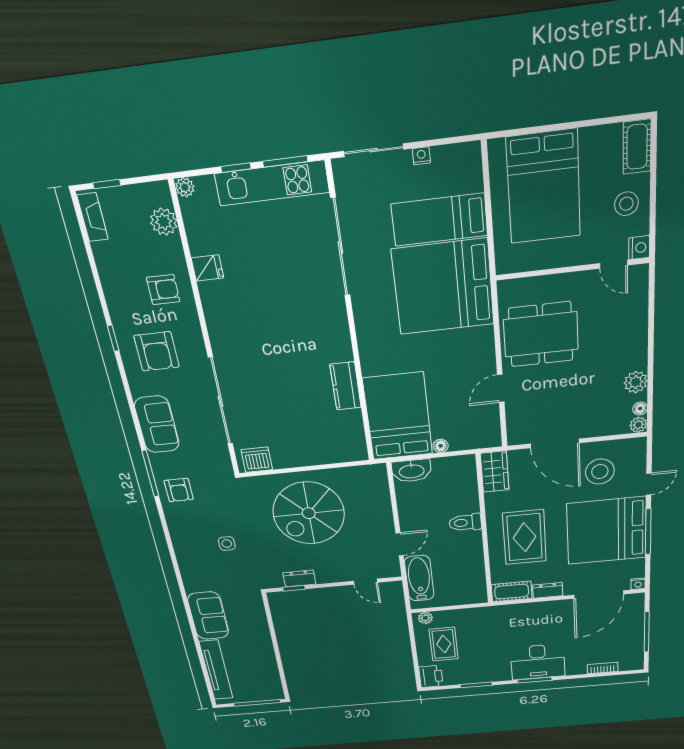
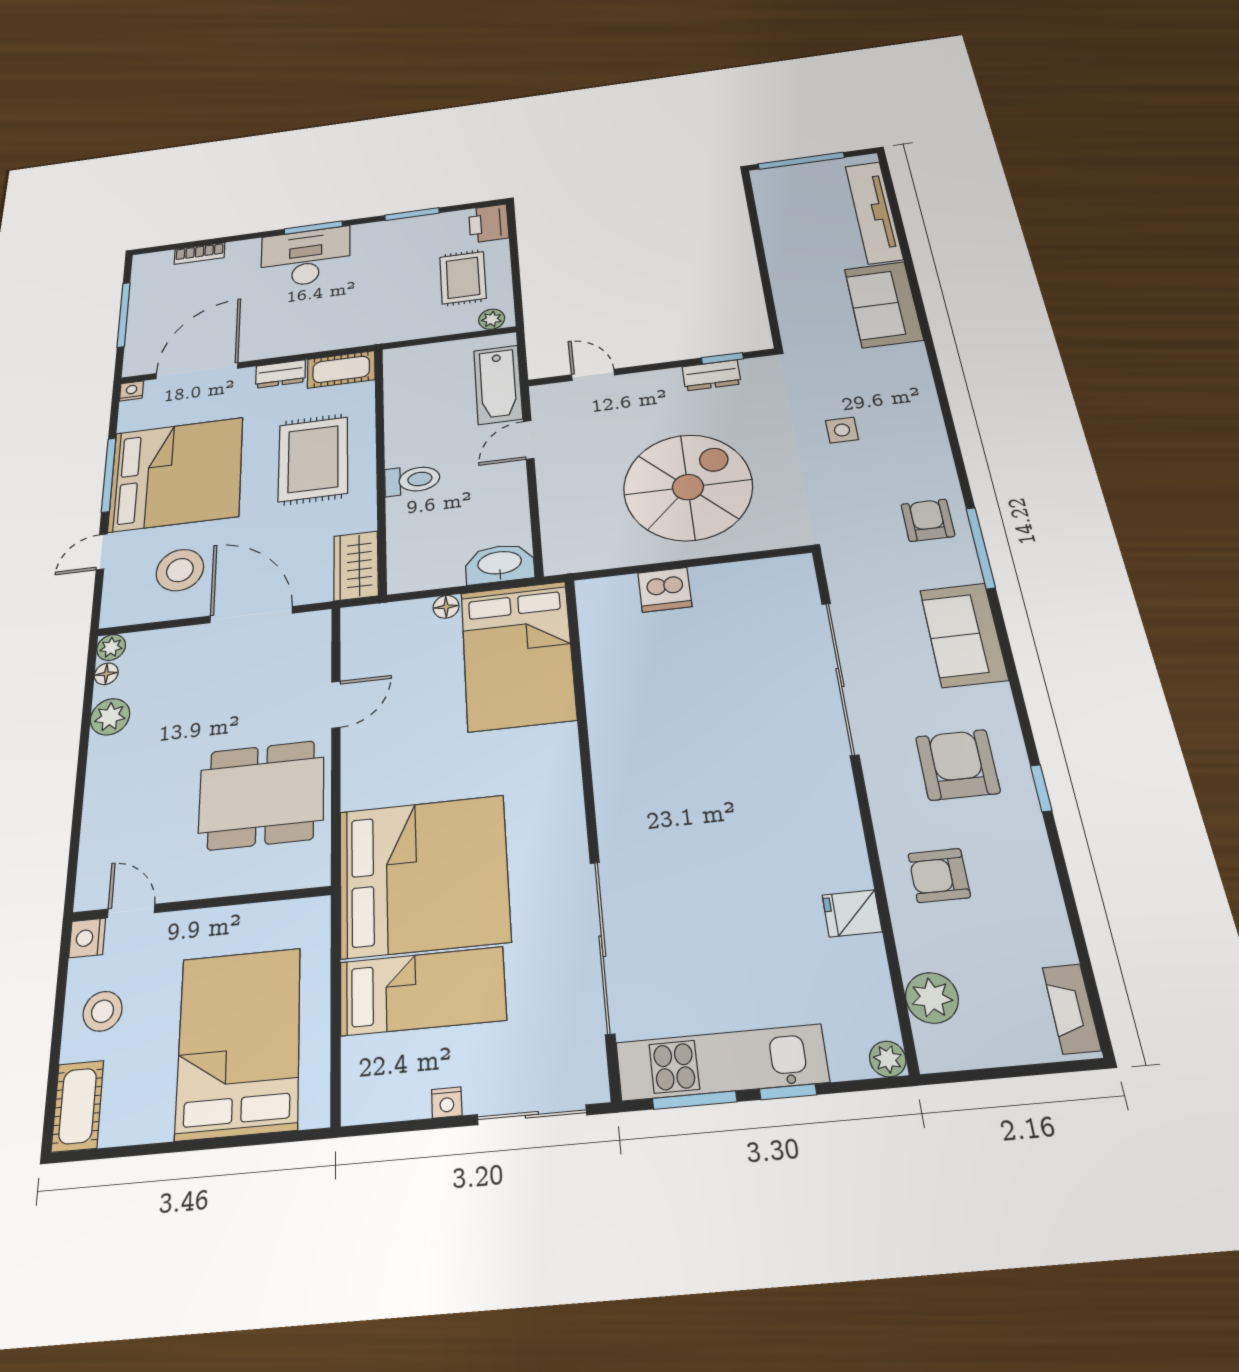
window: (107, 184) -> (1040, 1069), removed
kitchen counter: (346, 386) -> (608, 706), removed
dishwasher: (257, 460) -> (665, 590), moved

